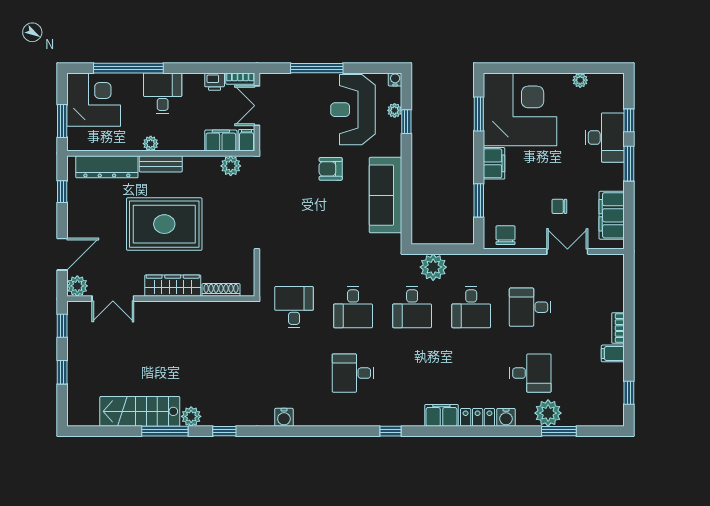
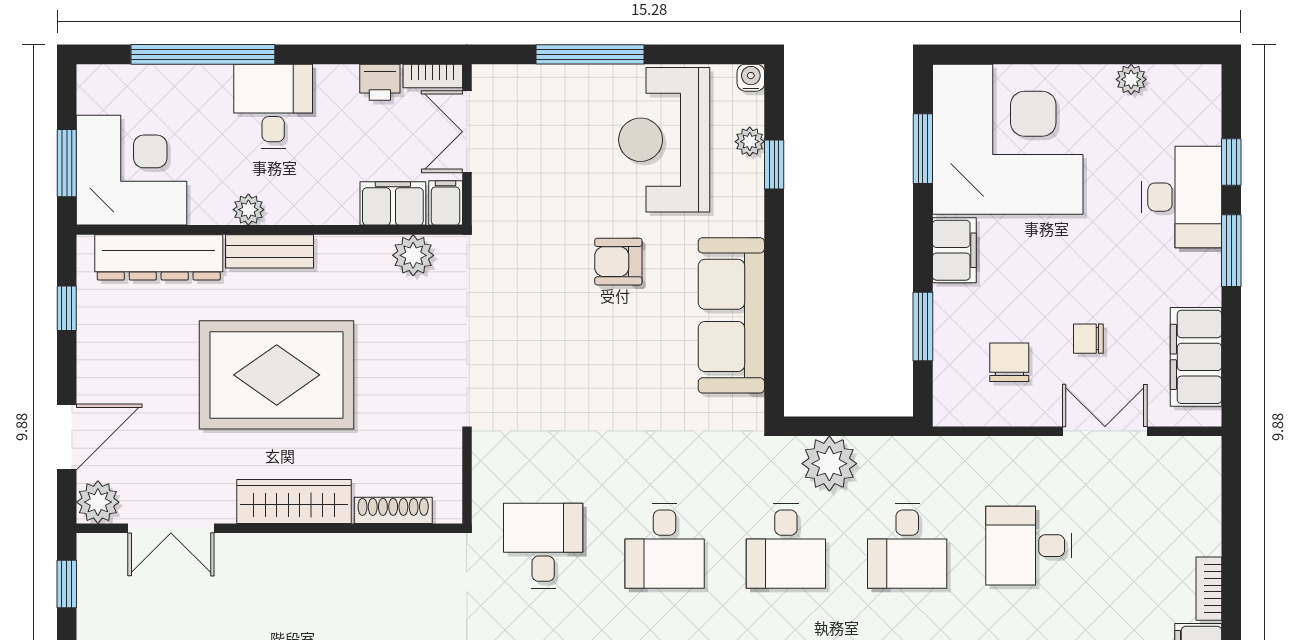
corner desk: (94, 100) -> (132, 170), moved
chair: (506, 235) -> (1009, 362), moved

